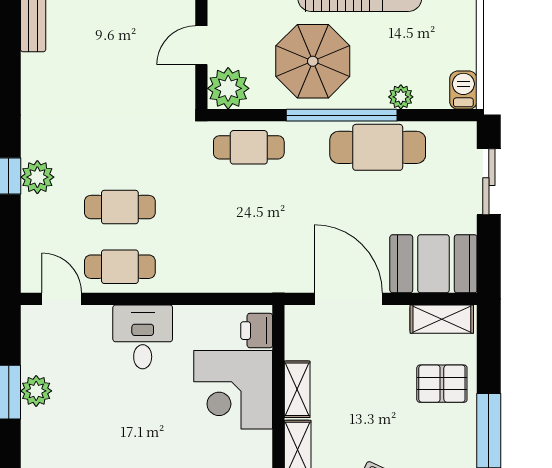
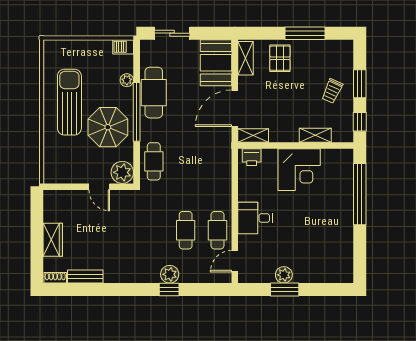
shelving: (297, 389) -> (253, 136), moved
corner desk: (233, 390) -> (299, 170), moved

